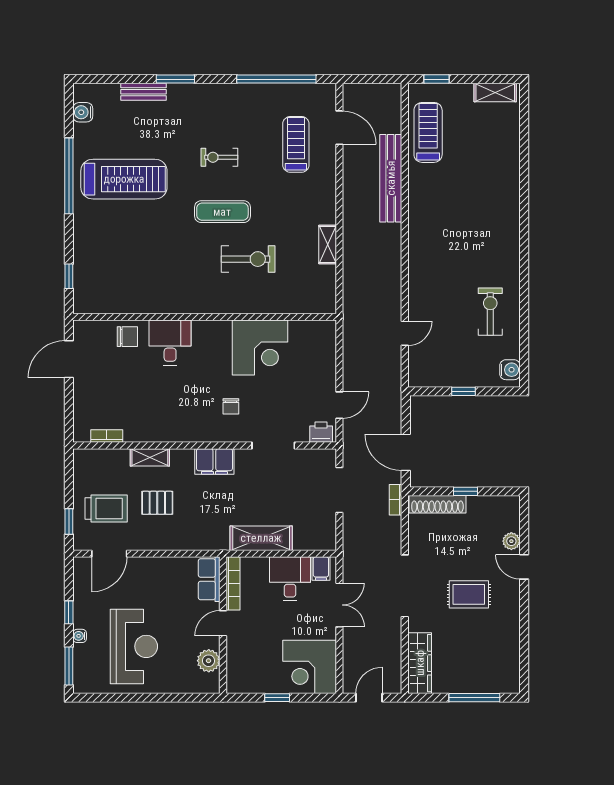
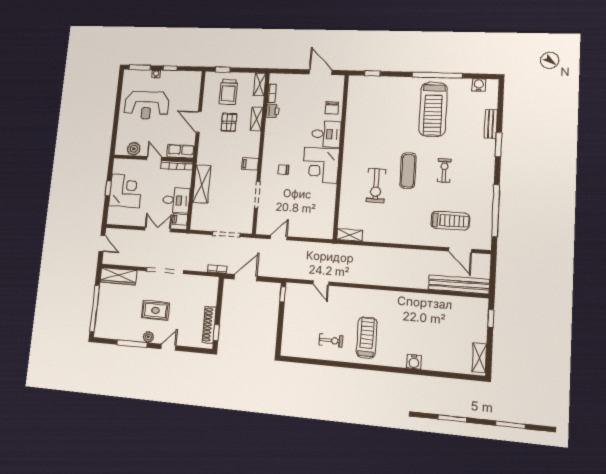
door: (339, 128) -> (460, 250), hinge flipped
treadmill: (428, 132) -> (367, 337), moved, turned -90
bench: (391, 178) -> (459, 284), moved
shelving: (328, 244) -> (350, 235), moved
exercise bike: (490, 312) -> (331, 340), width x0.73, depth x0.72
corner desk: (260, 348) -> (321, 165), moved
water cooler: (510, 370) -> (414, 362), moved
window: (463, 391) -> (283, 294), moved
door: (339, 405) -> (279, 238), swing flipped
printer: (321, 432) -> (273, 111), moved
shelving: (92, 457) -> (260, 84), added
filing cabinet: (214, 461) -> (250, 164), width x0.50
window: (465, 491) -> (216, 332), moved
shoe rack: (437, 504) -> (209, 325), moved
plant: (511, 541) -> (148, 337), moved
door: (109, 554) -> (199, 122), moved
rug: (469, 594) -> (155, 310), turned 90
double door: (339, 605) -> (158, 229), swing flipped
window: (524, 628) -> (132, 344), added
corner desk: (310, 667) -> (126, 191), moved, turned 90
window: (474, 698) -> (95, 308), width x1.46

